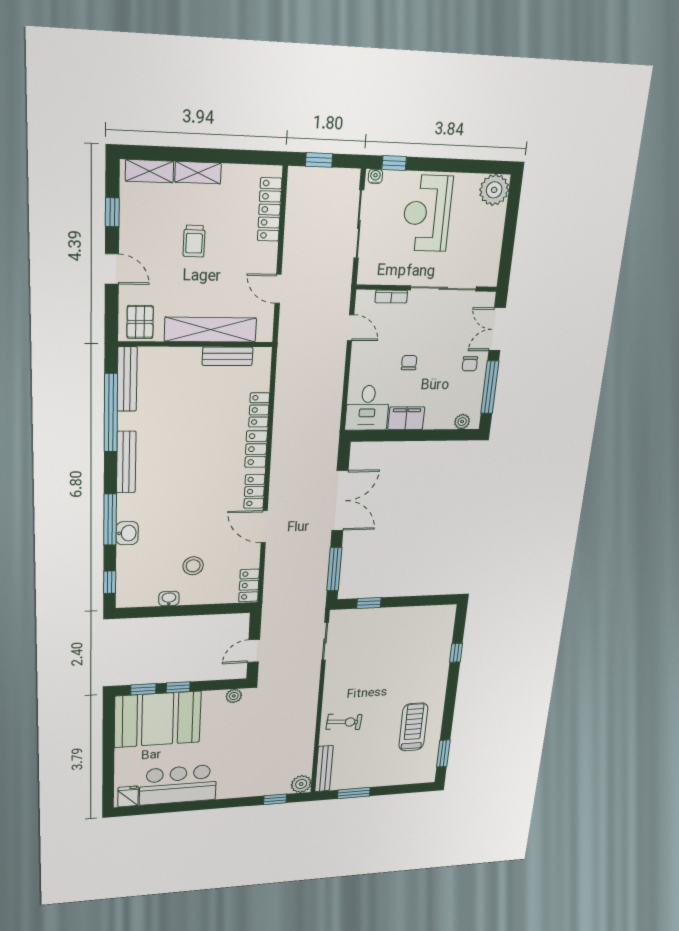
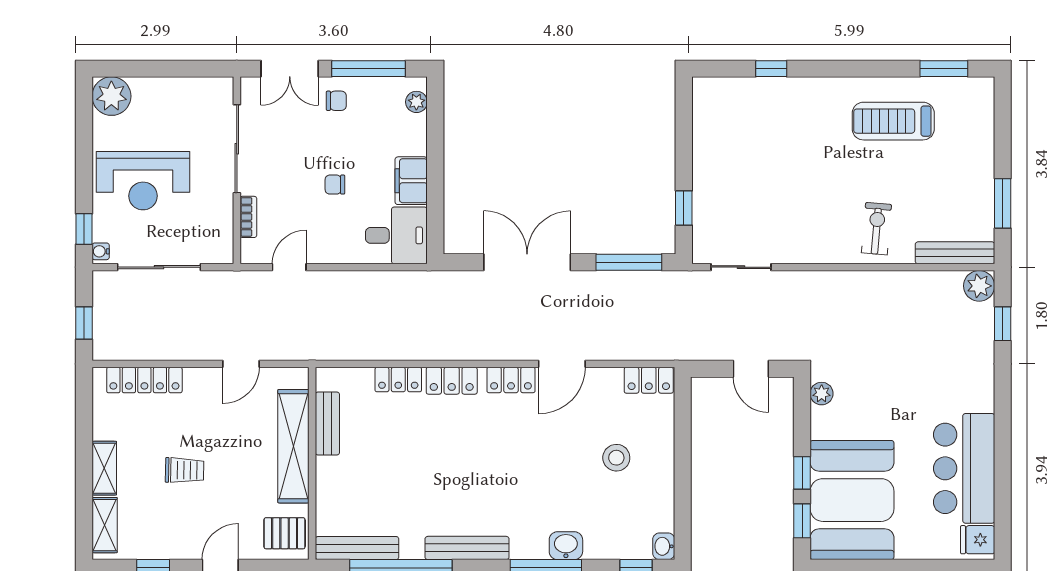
washbasin: (169, 599) -> (664, 546), moved

